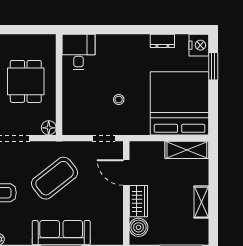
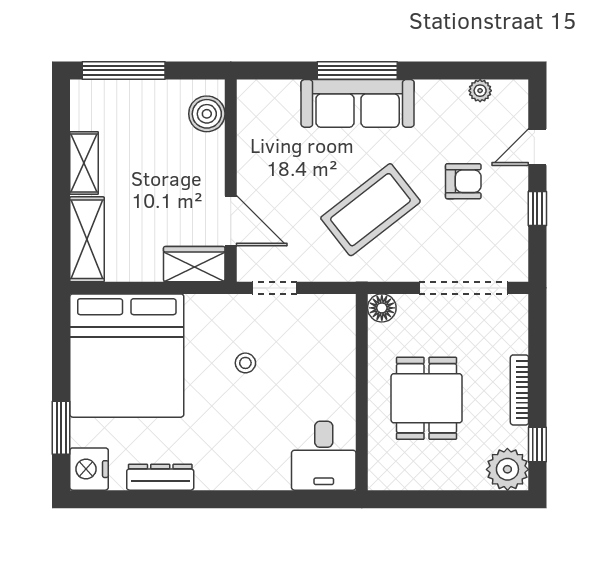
dresser: (162, 41) -> (160, 477), width x1.44
shelving: (187, 150) -> (87, 239), moved, turned 90
wardrobe: (138, 201) -> (194, 264), moved, turned 90

